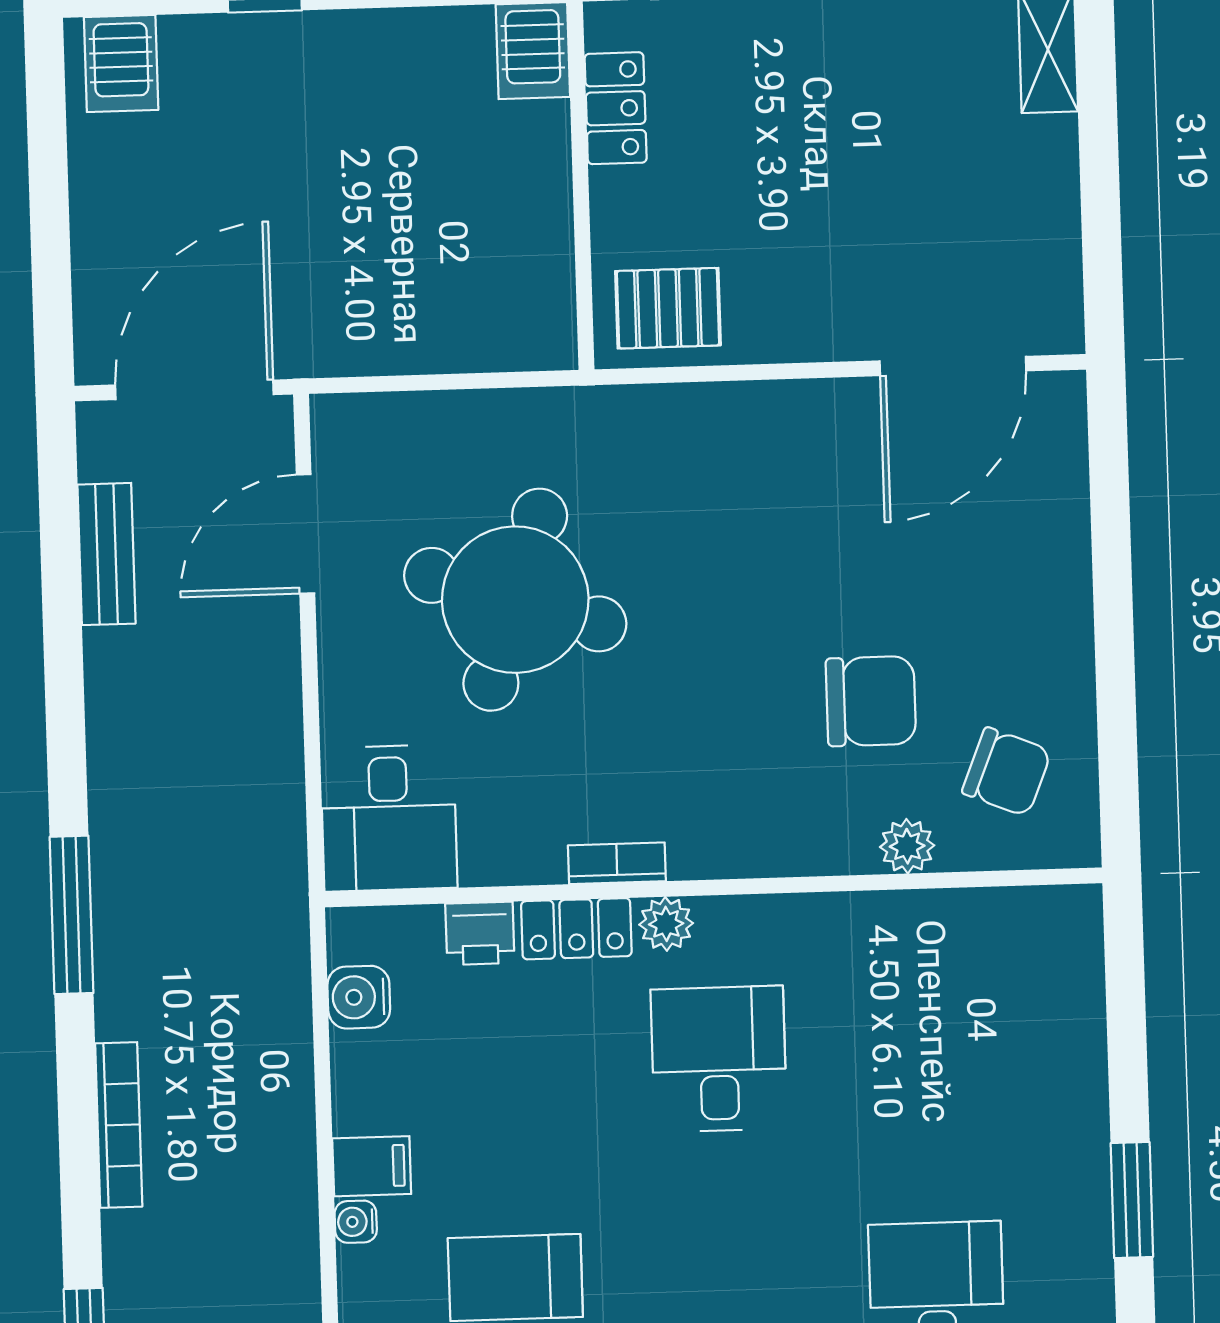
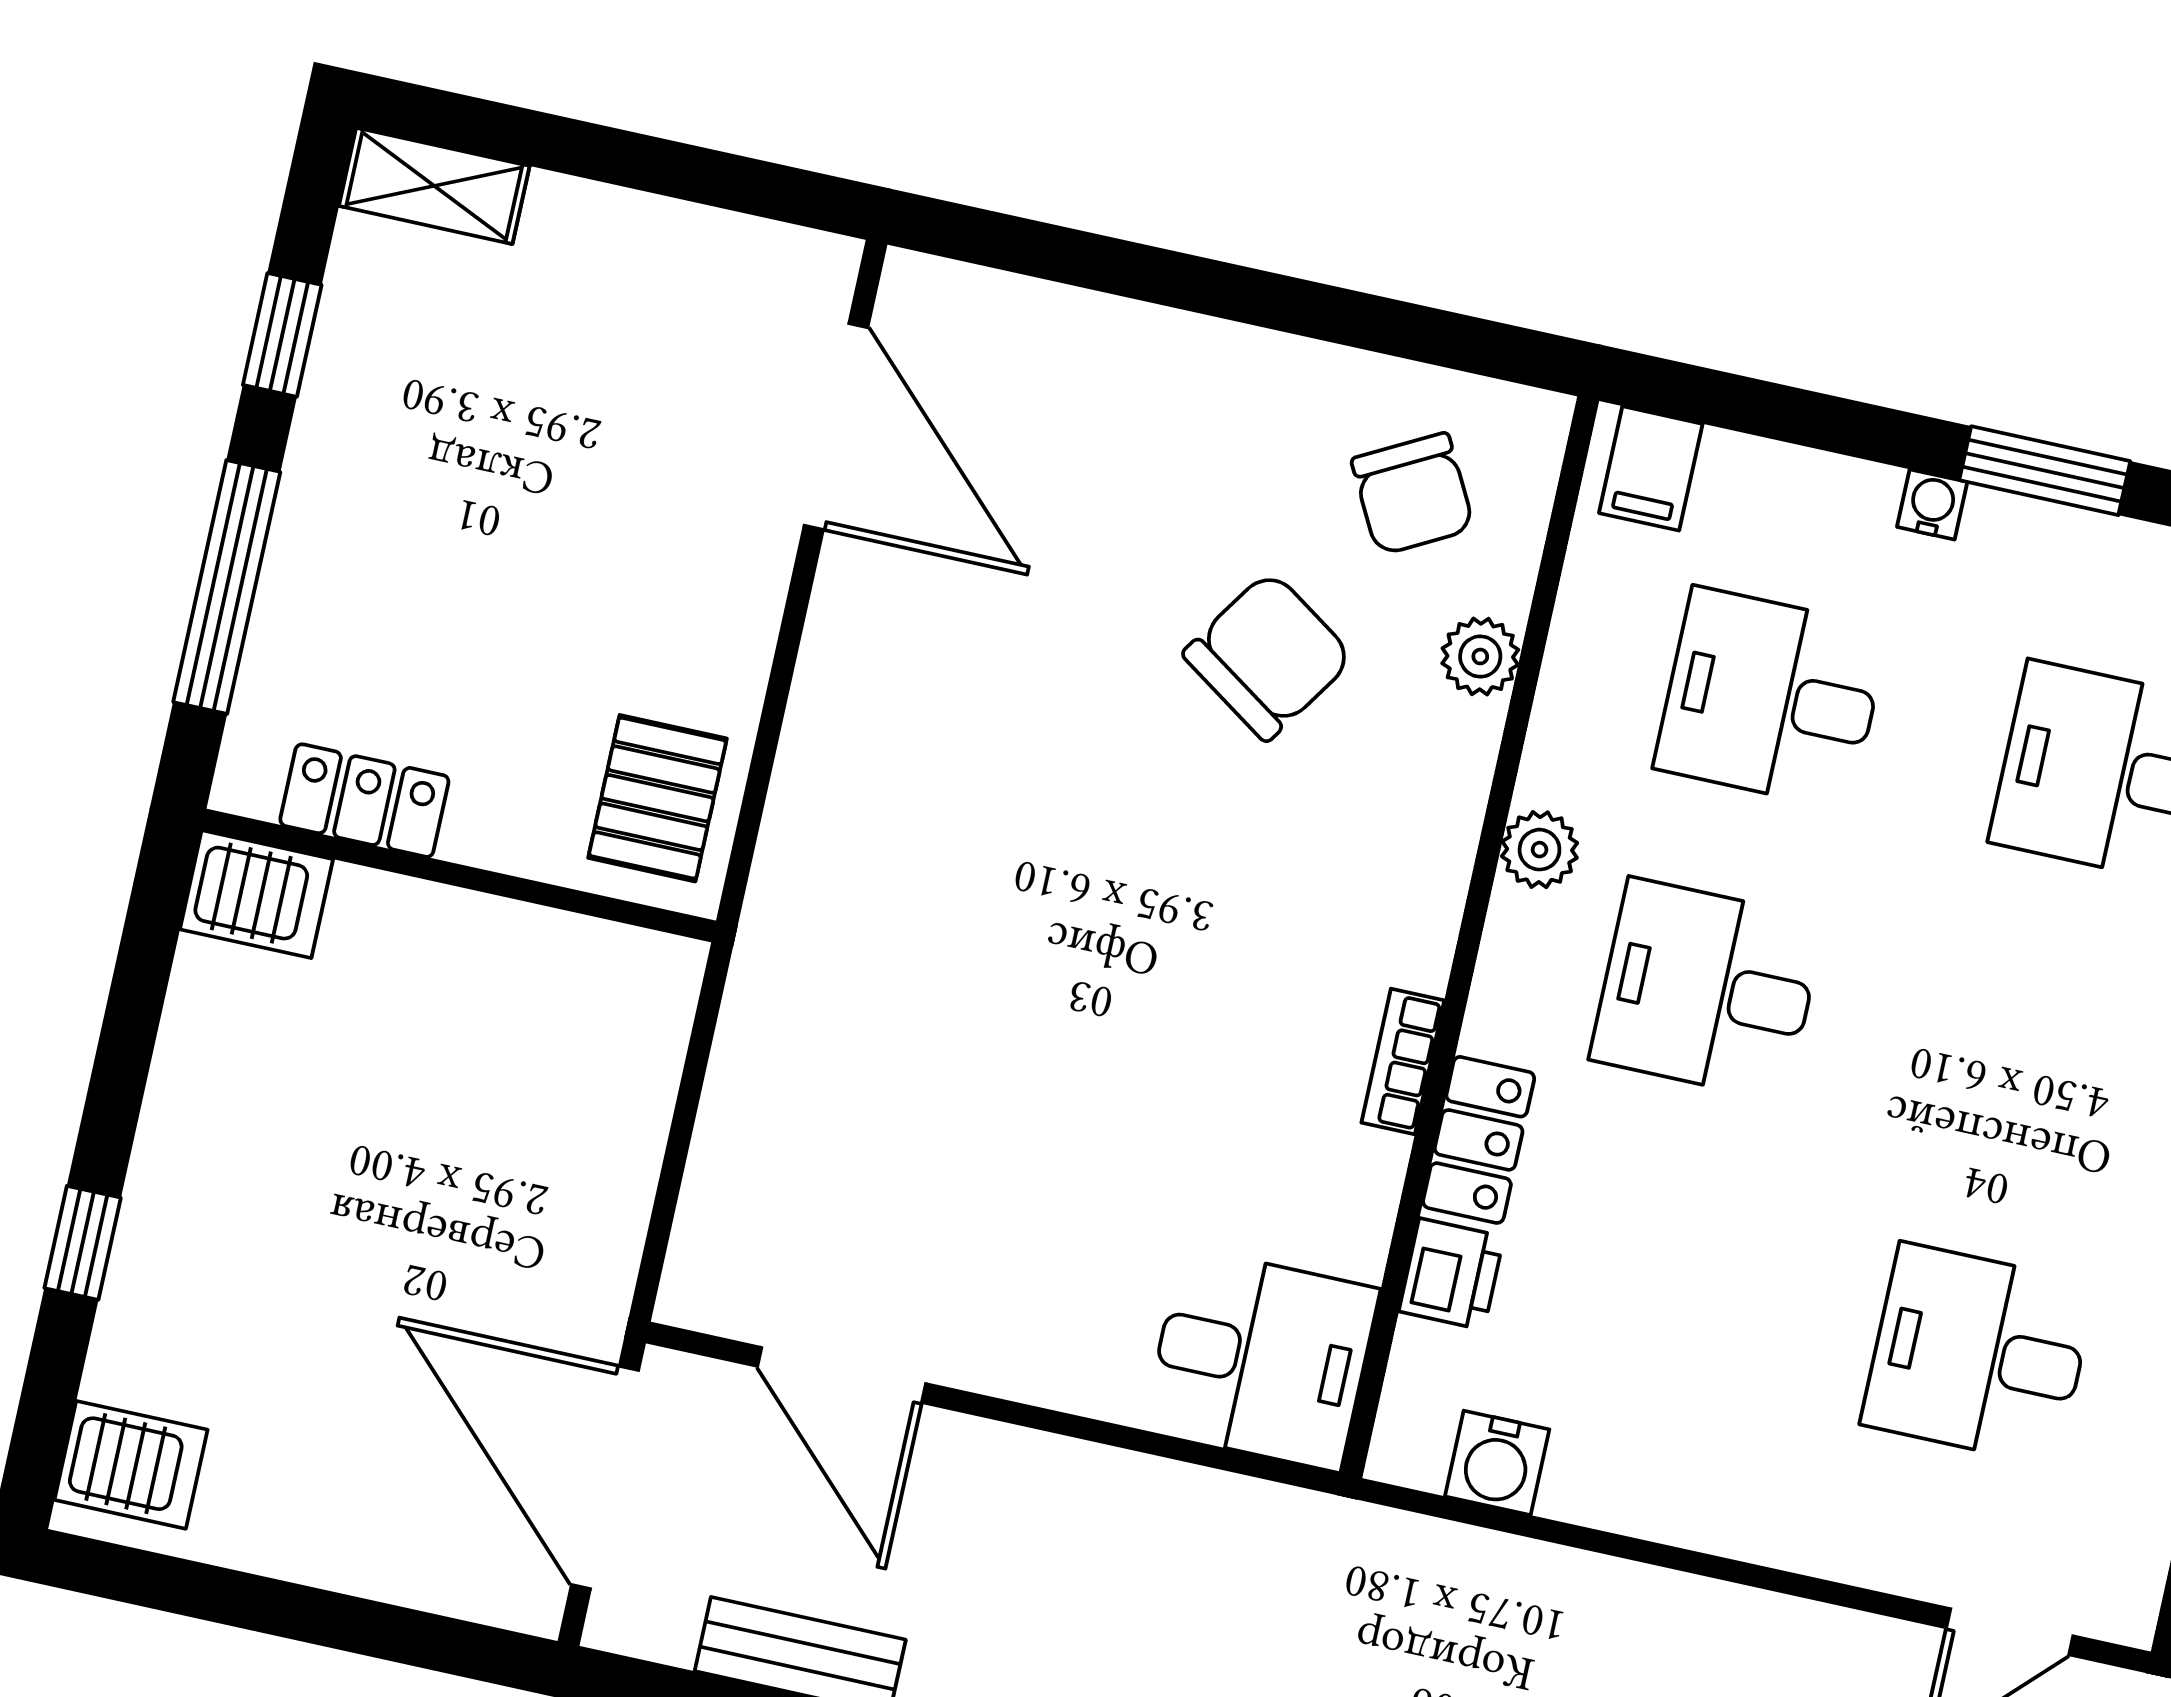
round table: (515, 600) -> (1005, 1109), removed
chair: (871, 701) -> (1268, 656), turned 34
chair: (1007, 772) -> (1413, 494), turned 130
plant: (666, 924) -> (1540, 850), moved
desk: (929, 1052) -> (1771, 698), added
filing cabinet: (372, 1166) -> (1651, 468), moved, turned 180
water cooler: (356, 1222) -> (1932, 504), moved, turned 180

